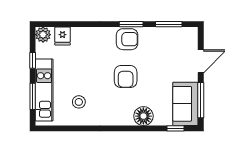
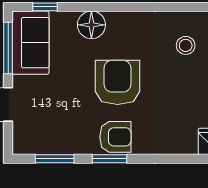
armchair: (127, 39) -> (115, 137), turned 180
armchair: (126, 77) -> (118, 82), width x1.36, depth x1.36

